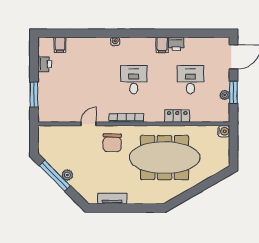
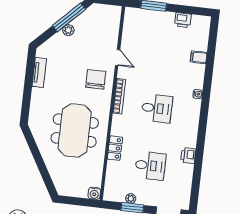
filing cabinet: (60, 45) -> (199, 57), moved
filing cabinet: (162, 45) -> (189, 141), removed
chair: (112, 143) -> (96, 79), turned 89
meeting table: (165, 158) -> (75, 130), width x0.73

